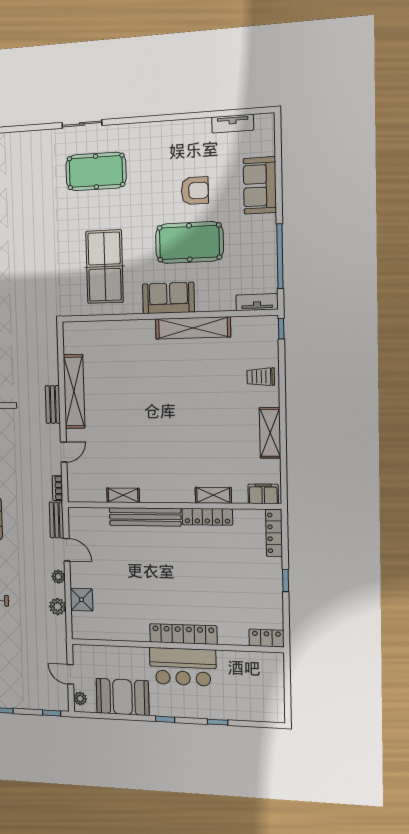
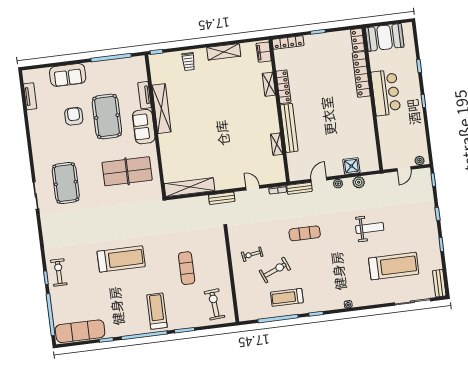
tv unit: (257, 302) -> (144, 95), moved
shelving: (74, 391) -> (189, 187), moved
locker: (183, 634) -> (361, 74), moved
booth: (123, 697) -> (385, 37), moved, turned 90

